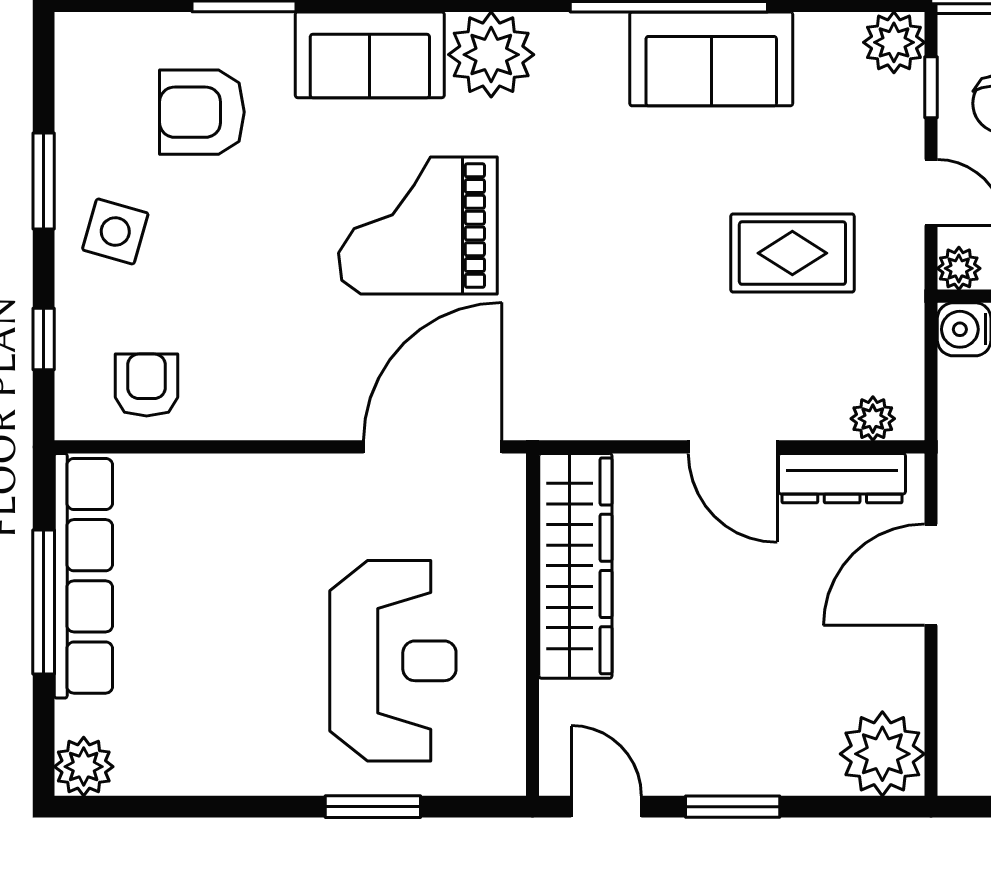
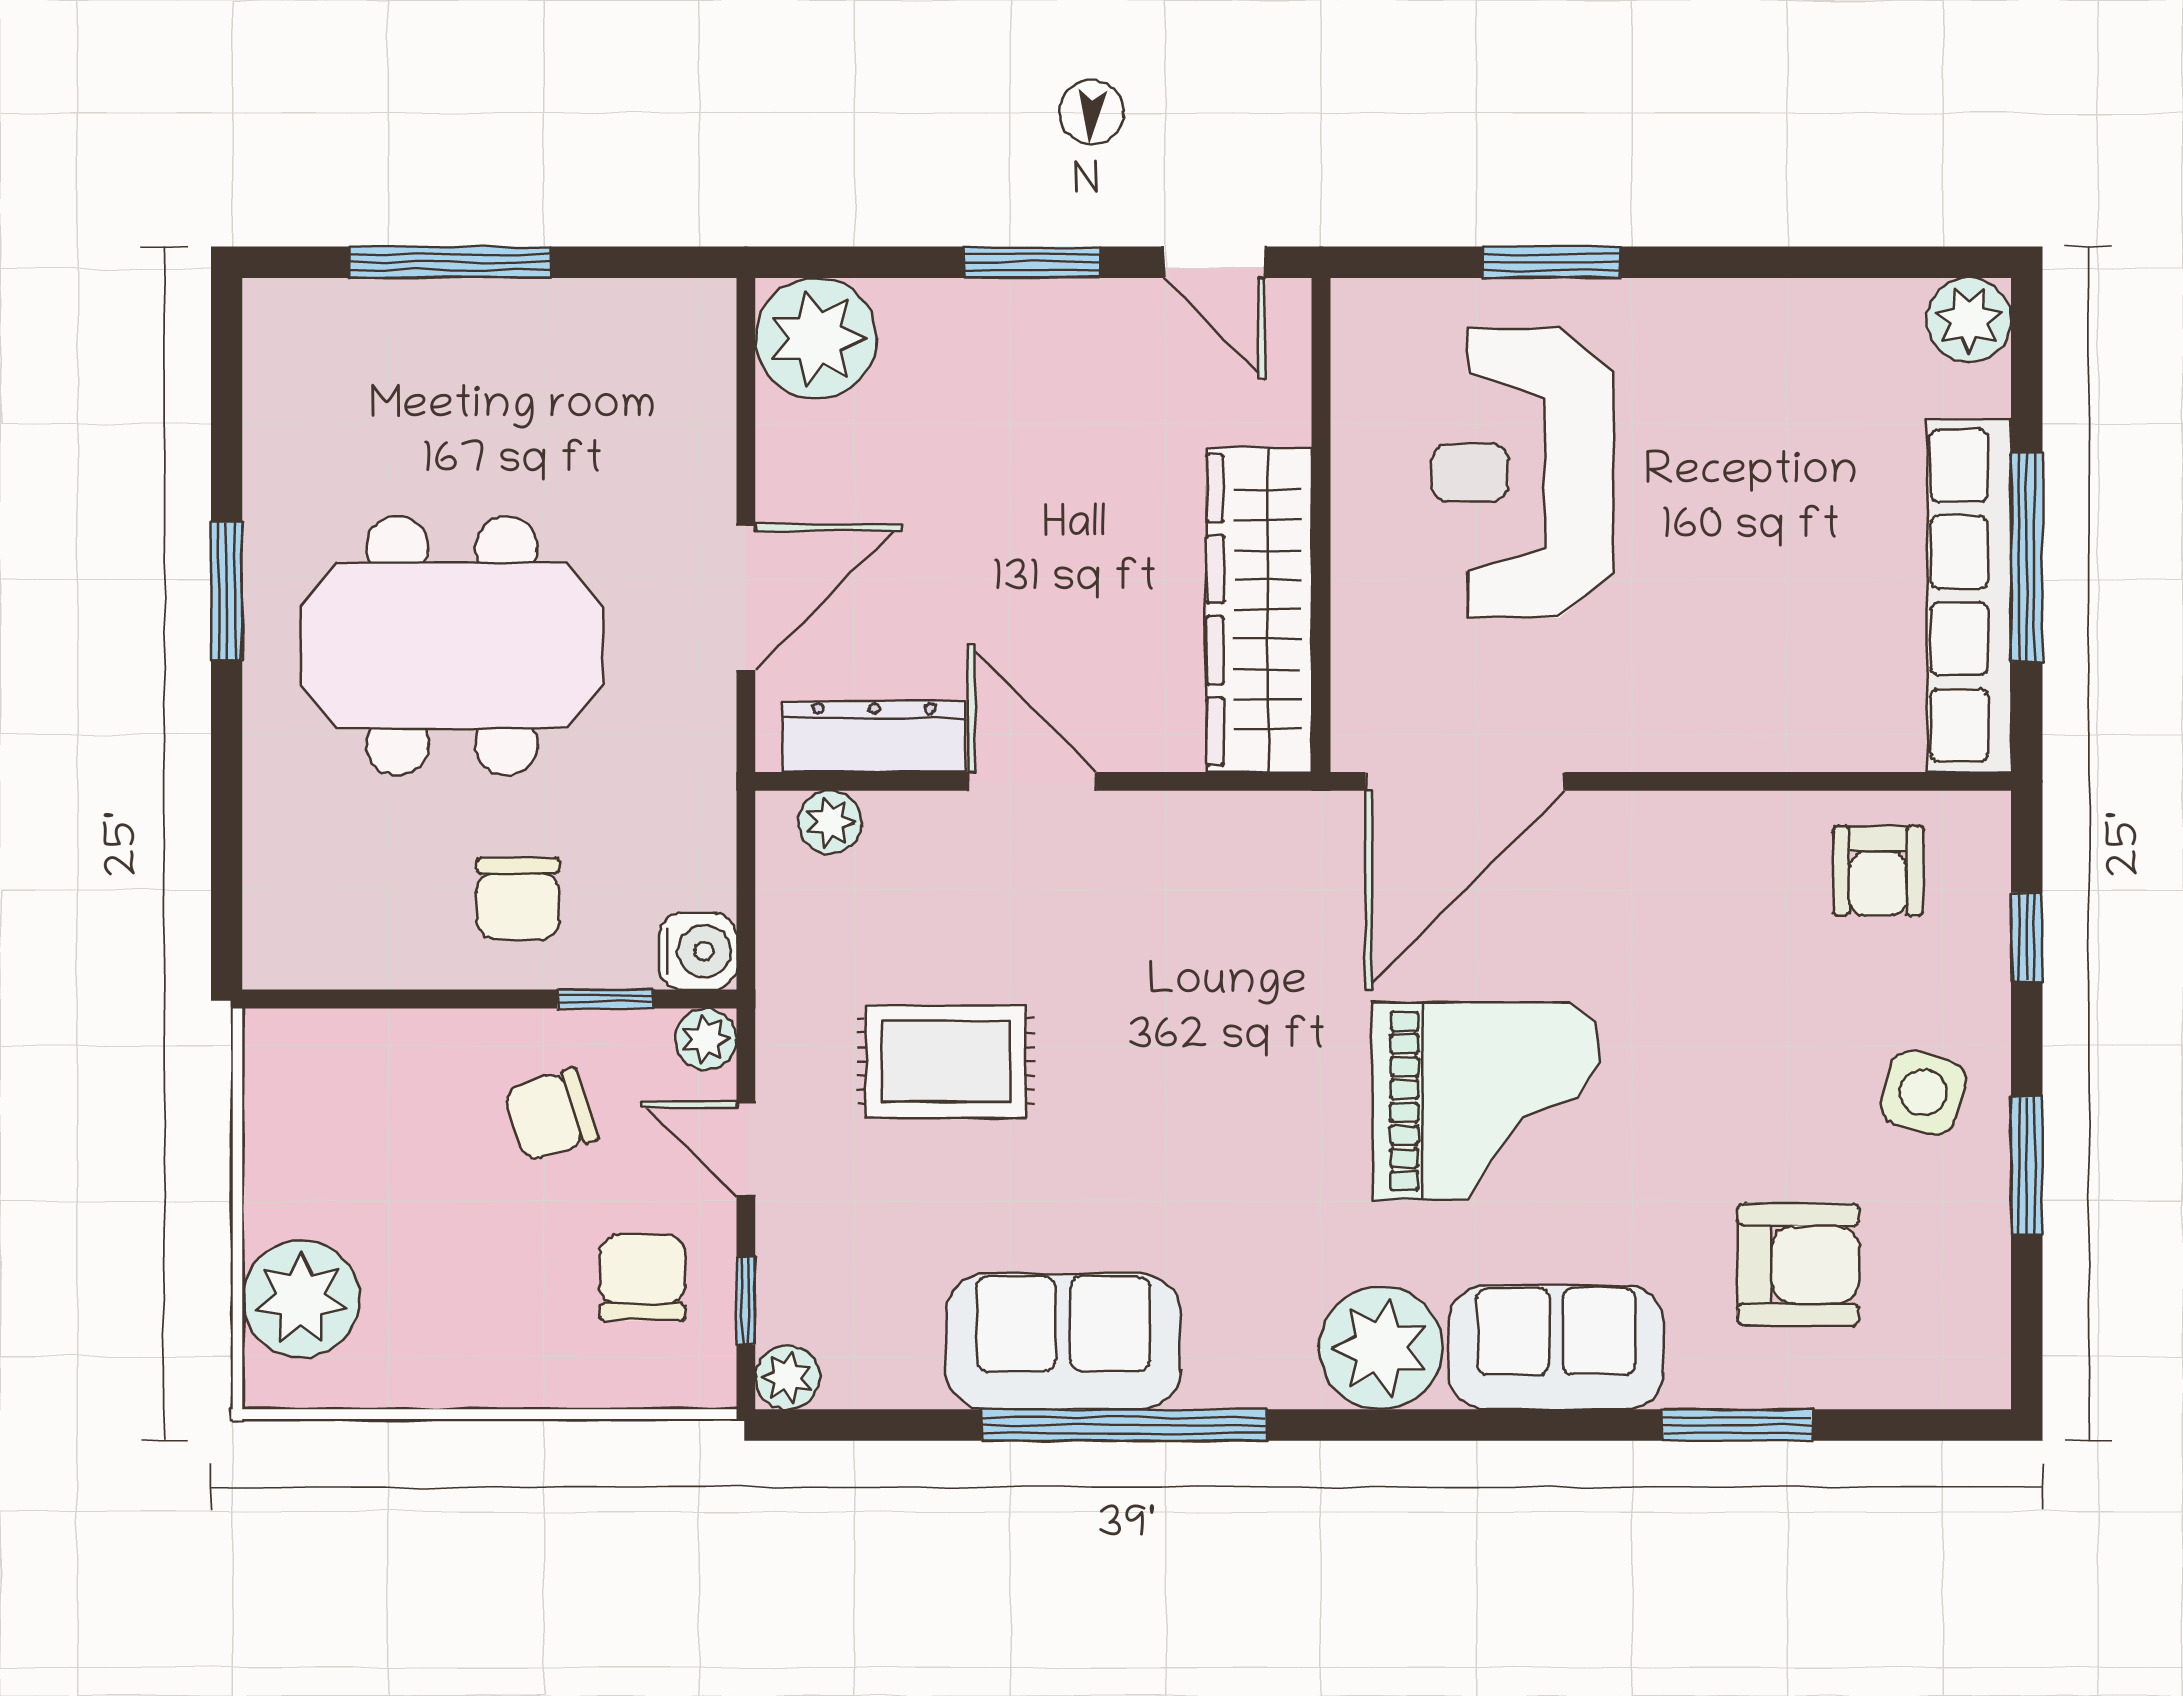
plant: (894, 42) -> (787, 1377), width x0.73, depth x0.73

